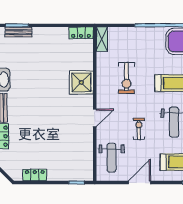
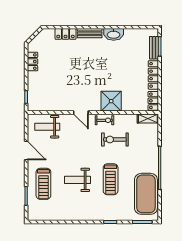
locker: (51, 33) -> (153, 75), added
exercise bike: (139, 129) -> (105, 120), moved

